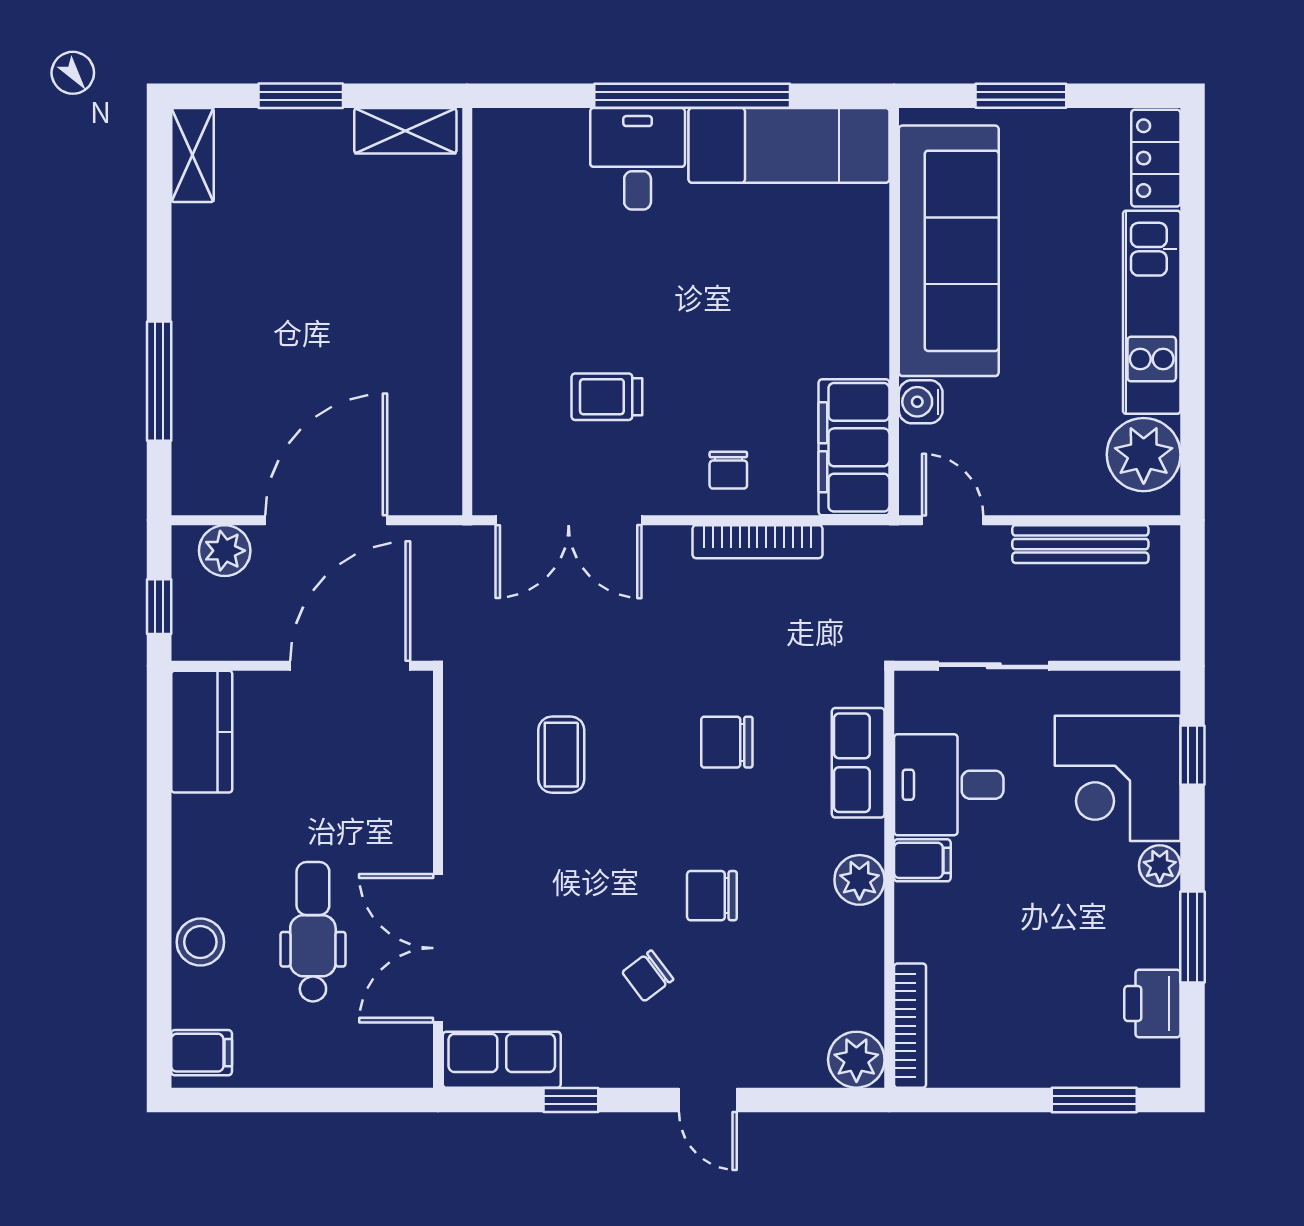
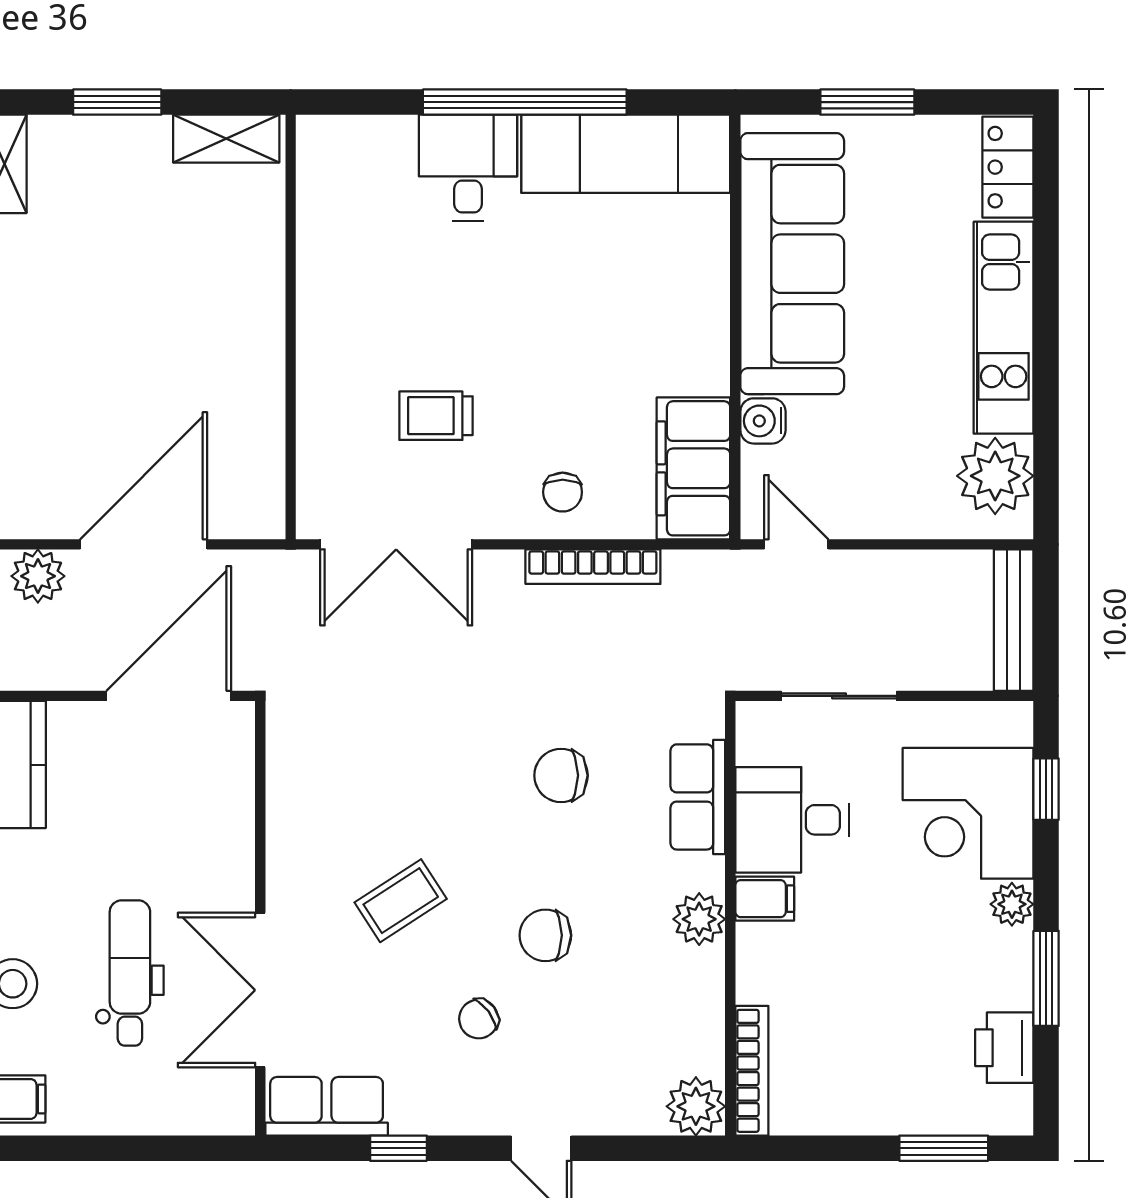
bench: (1080, 544) -> (1014, 620), moved, turned 90
coffee table: (561, 755) -> (401, 901), moved, turned 57

